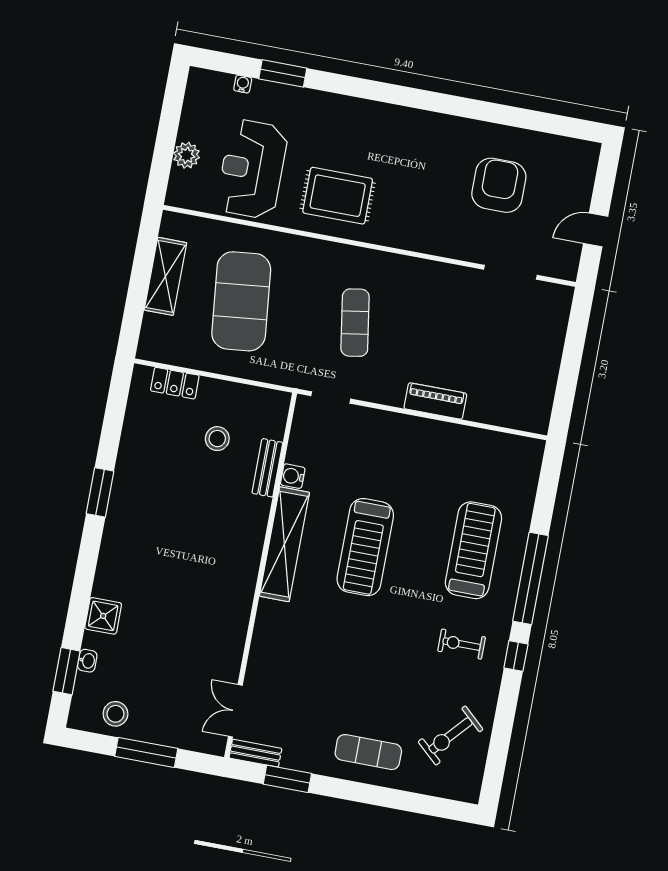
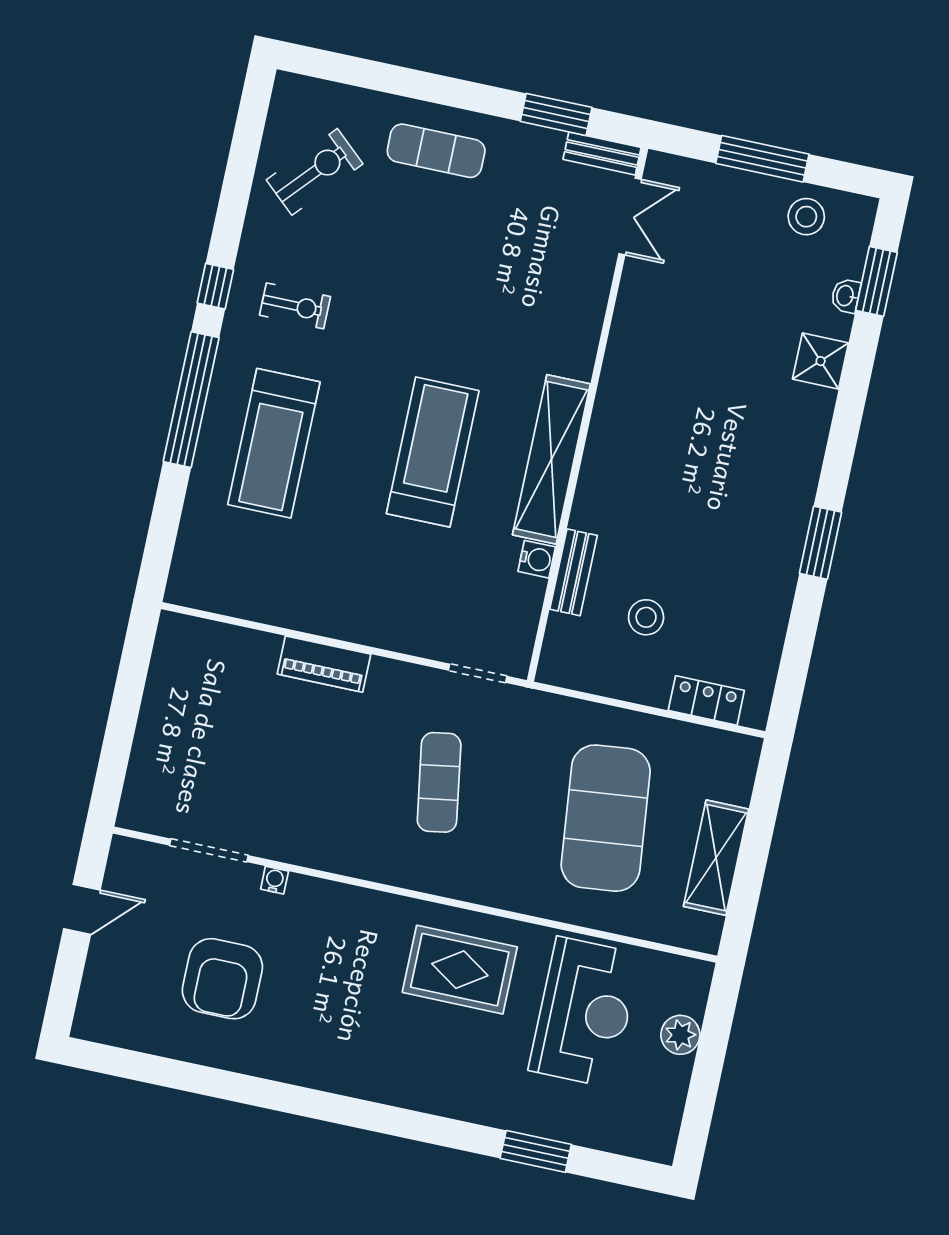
water cooler: (243, 84) -> (275, 880), moved, turned 180

